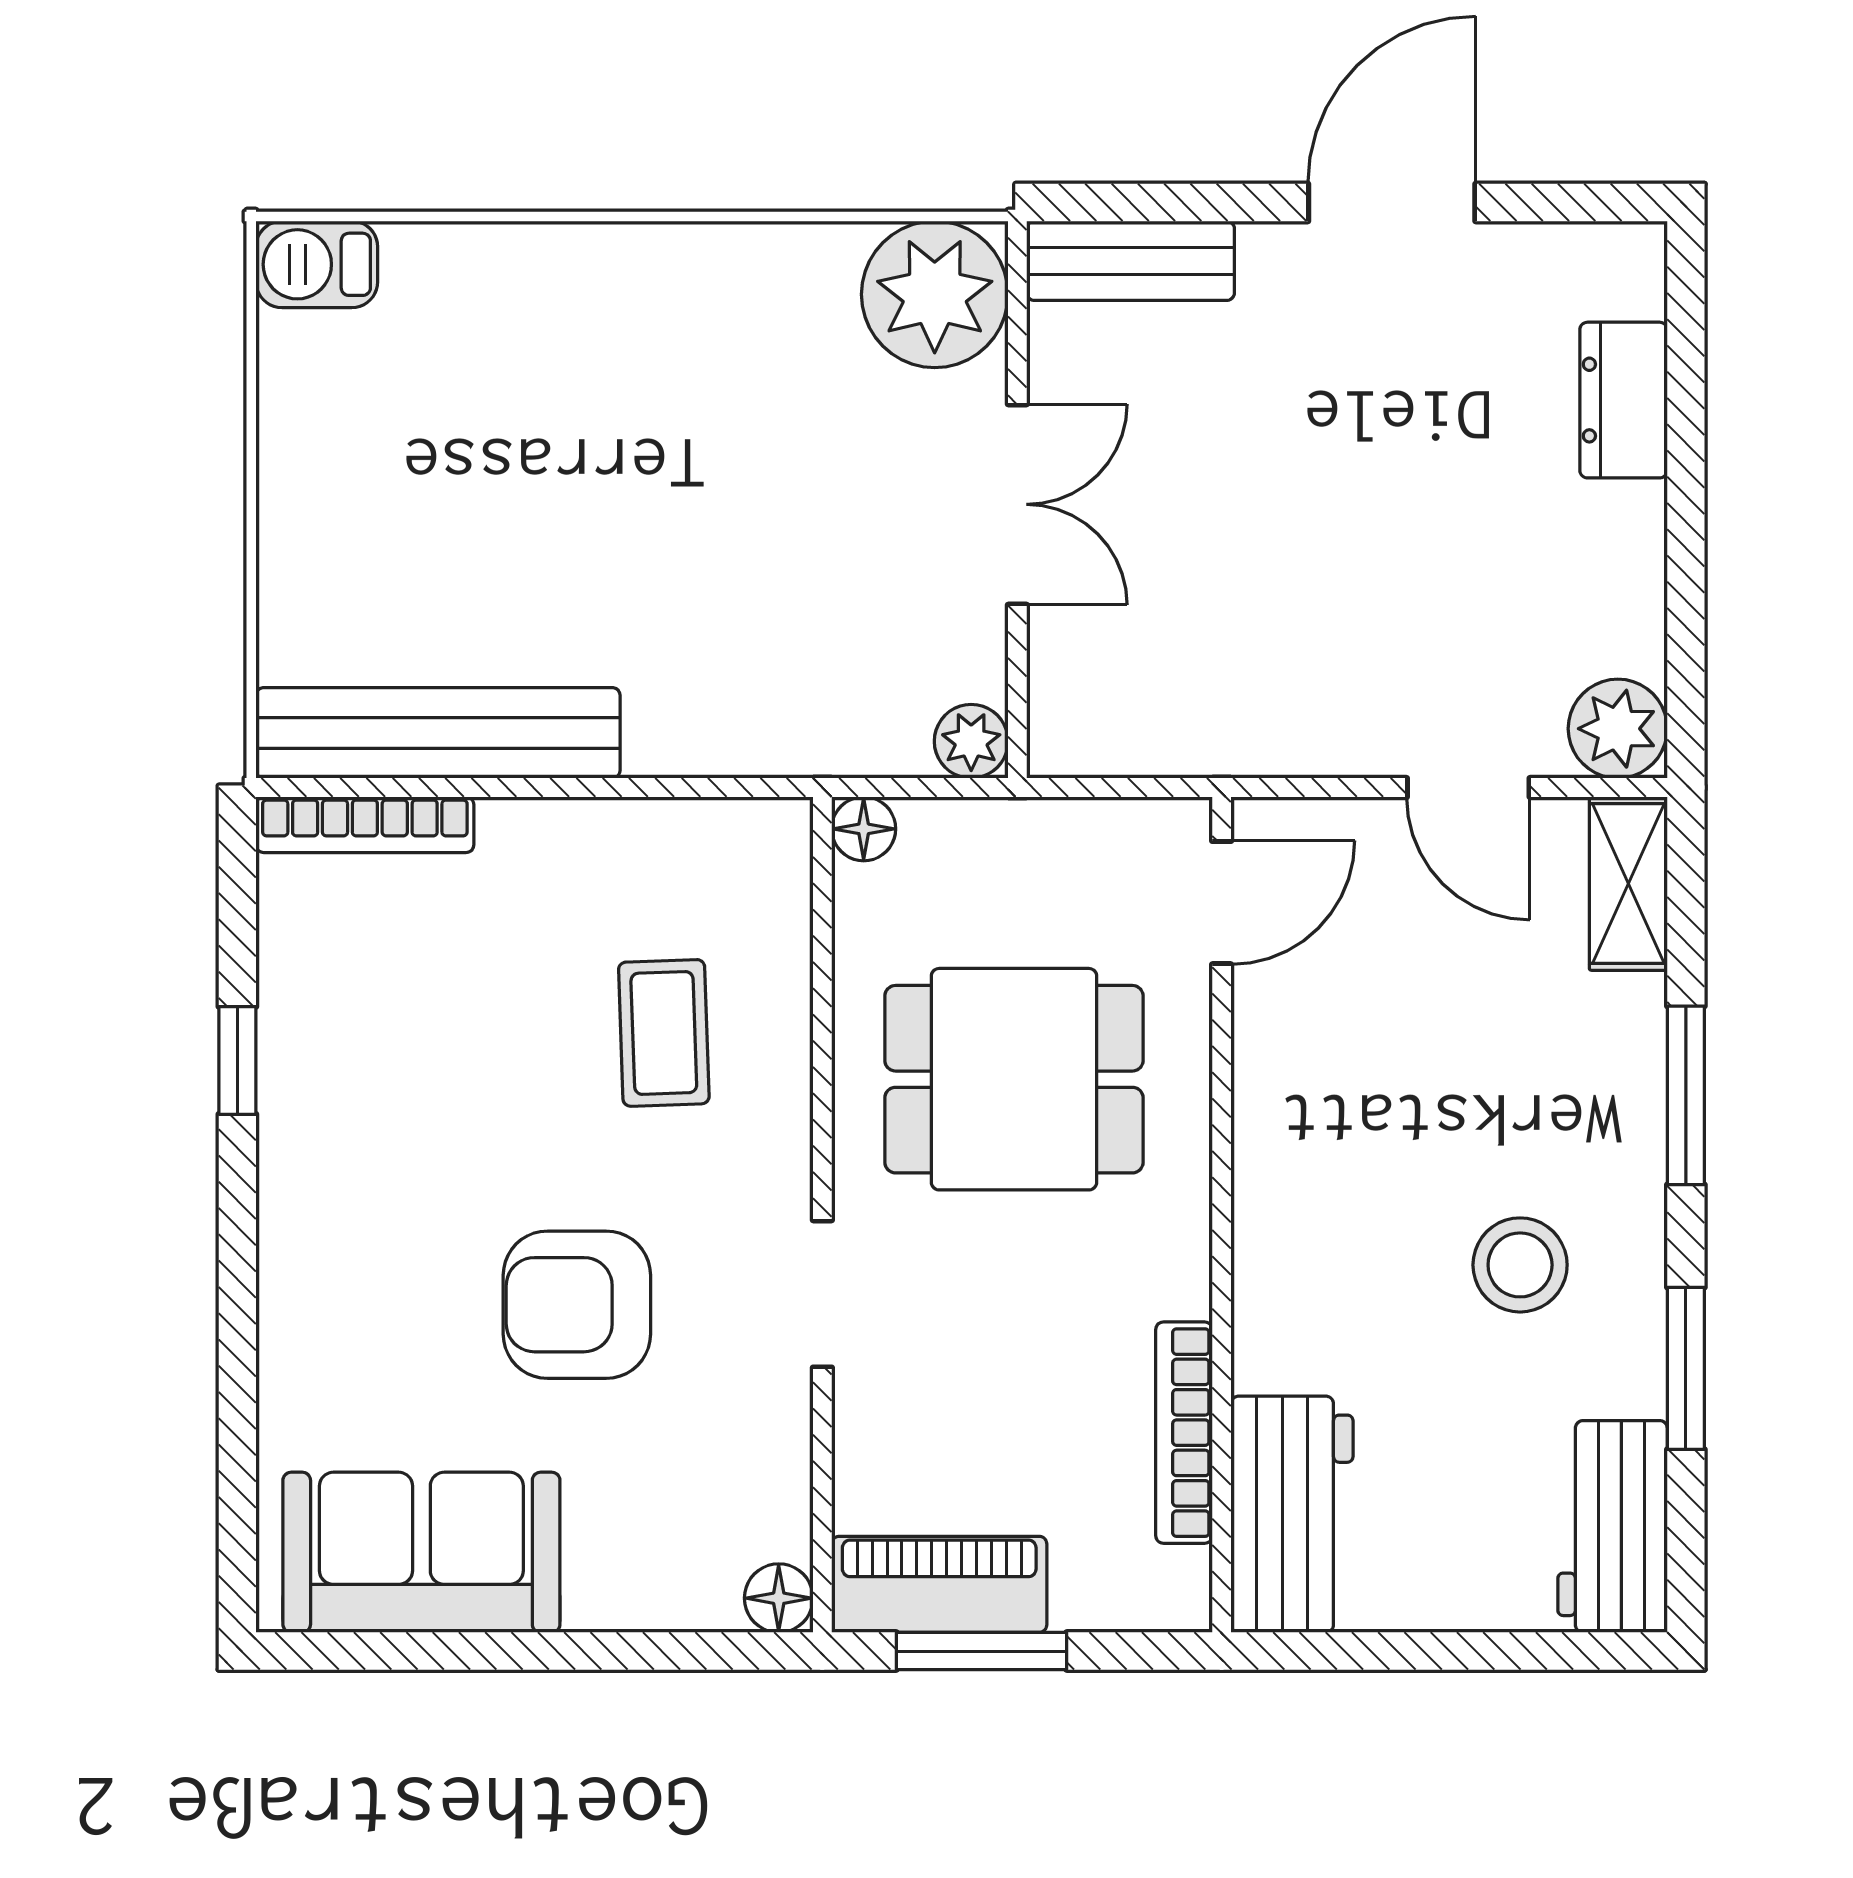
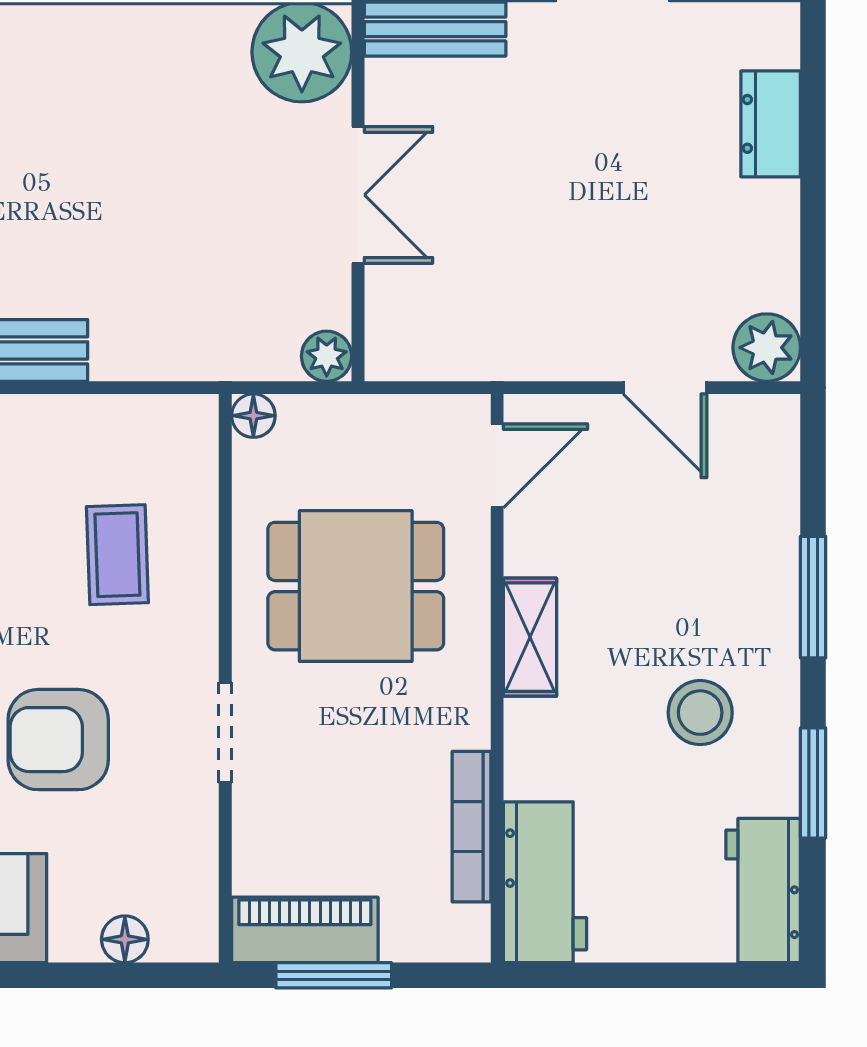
shelving: (1628, 884) -> (530, 637), moved
floor lamp: (779, 1598) -> (125, 939), moved

